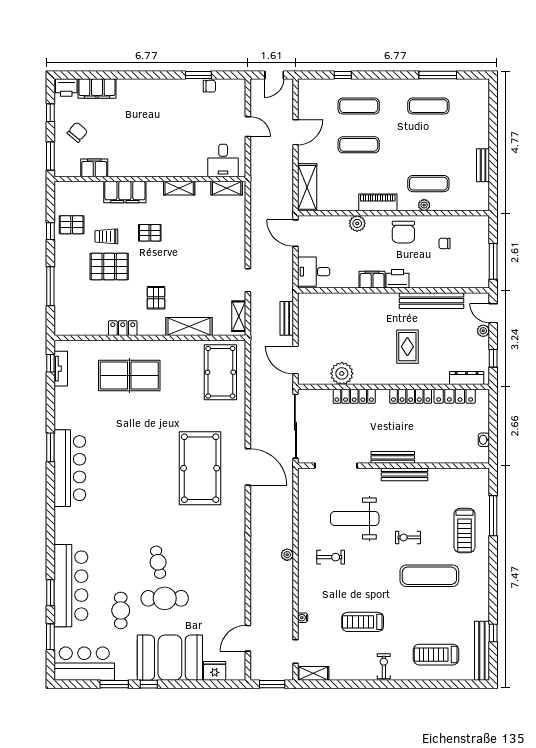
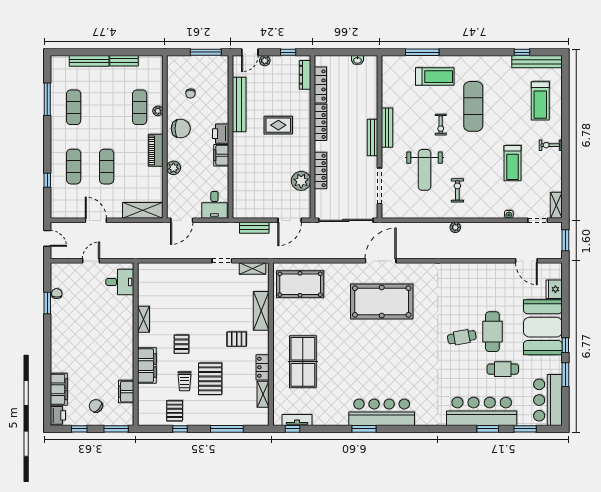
bench: (483, 124) -> (89, 61), added
shelving: (227, 188) -> (263, 394), moved

